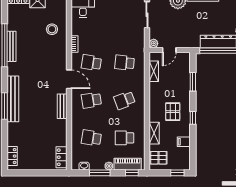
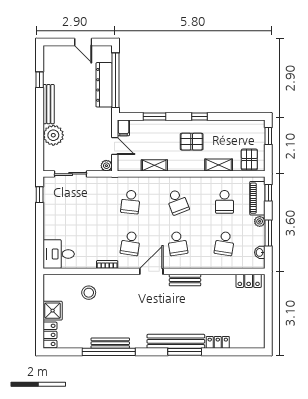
shelving: (154, 71) -> (154, 165), moved
filing cabinet: (184, 142) -> (123, 128), moved
locker: (12, 156) -> (218, 342), moved

